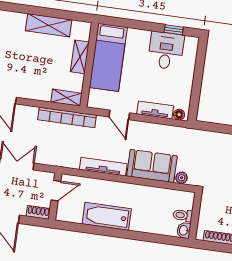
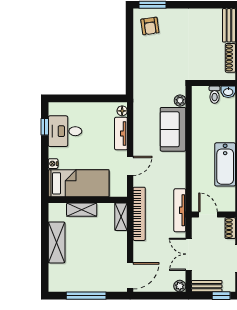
nightstand: (133, 33) -> (53, 164), added
tv unit: (103, 167) -> (180, 210), moved

